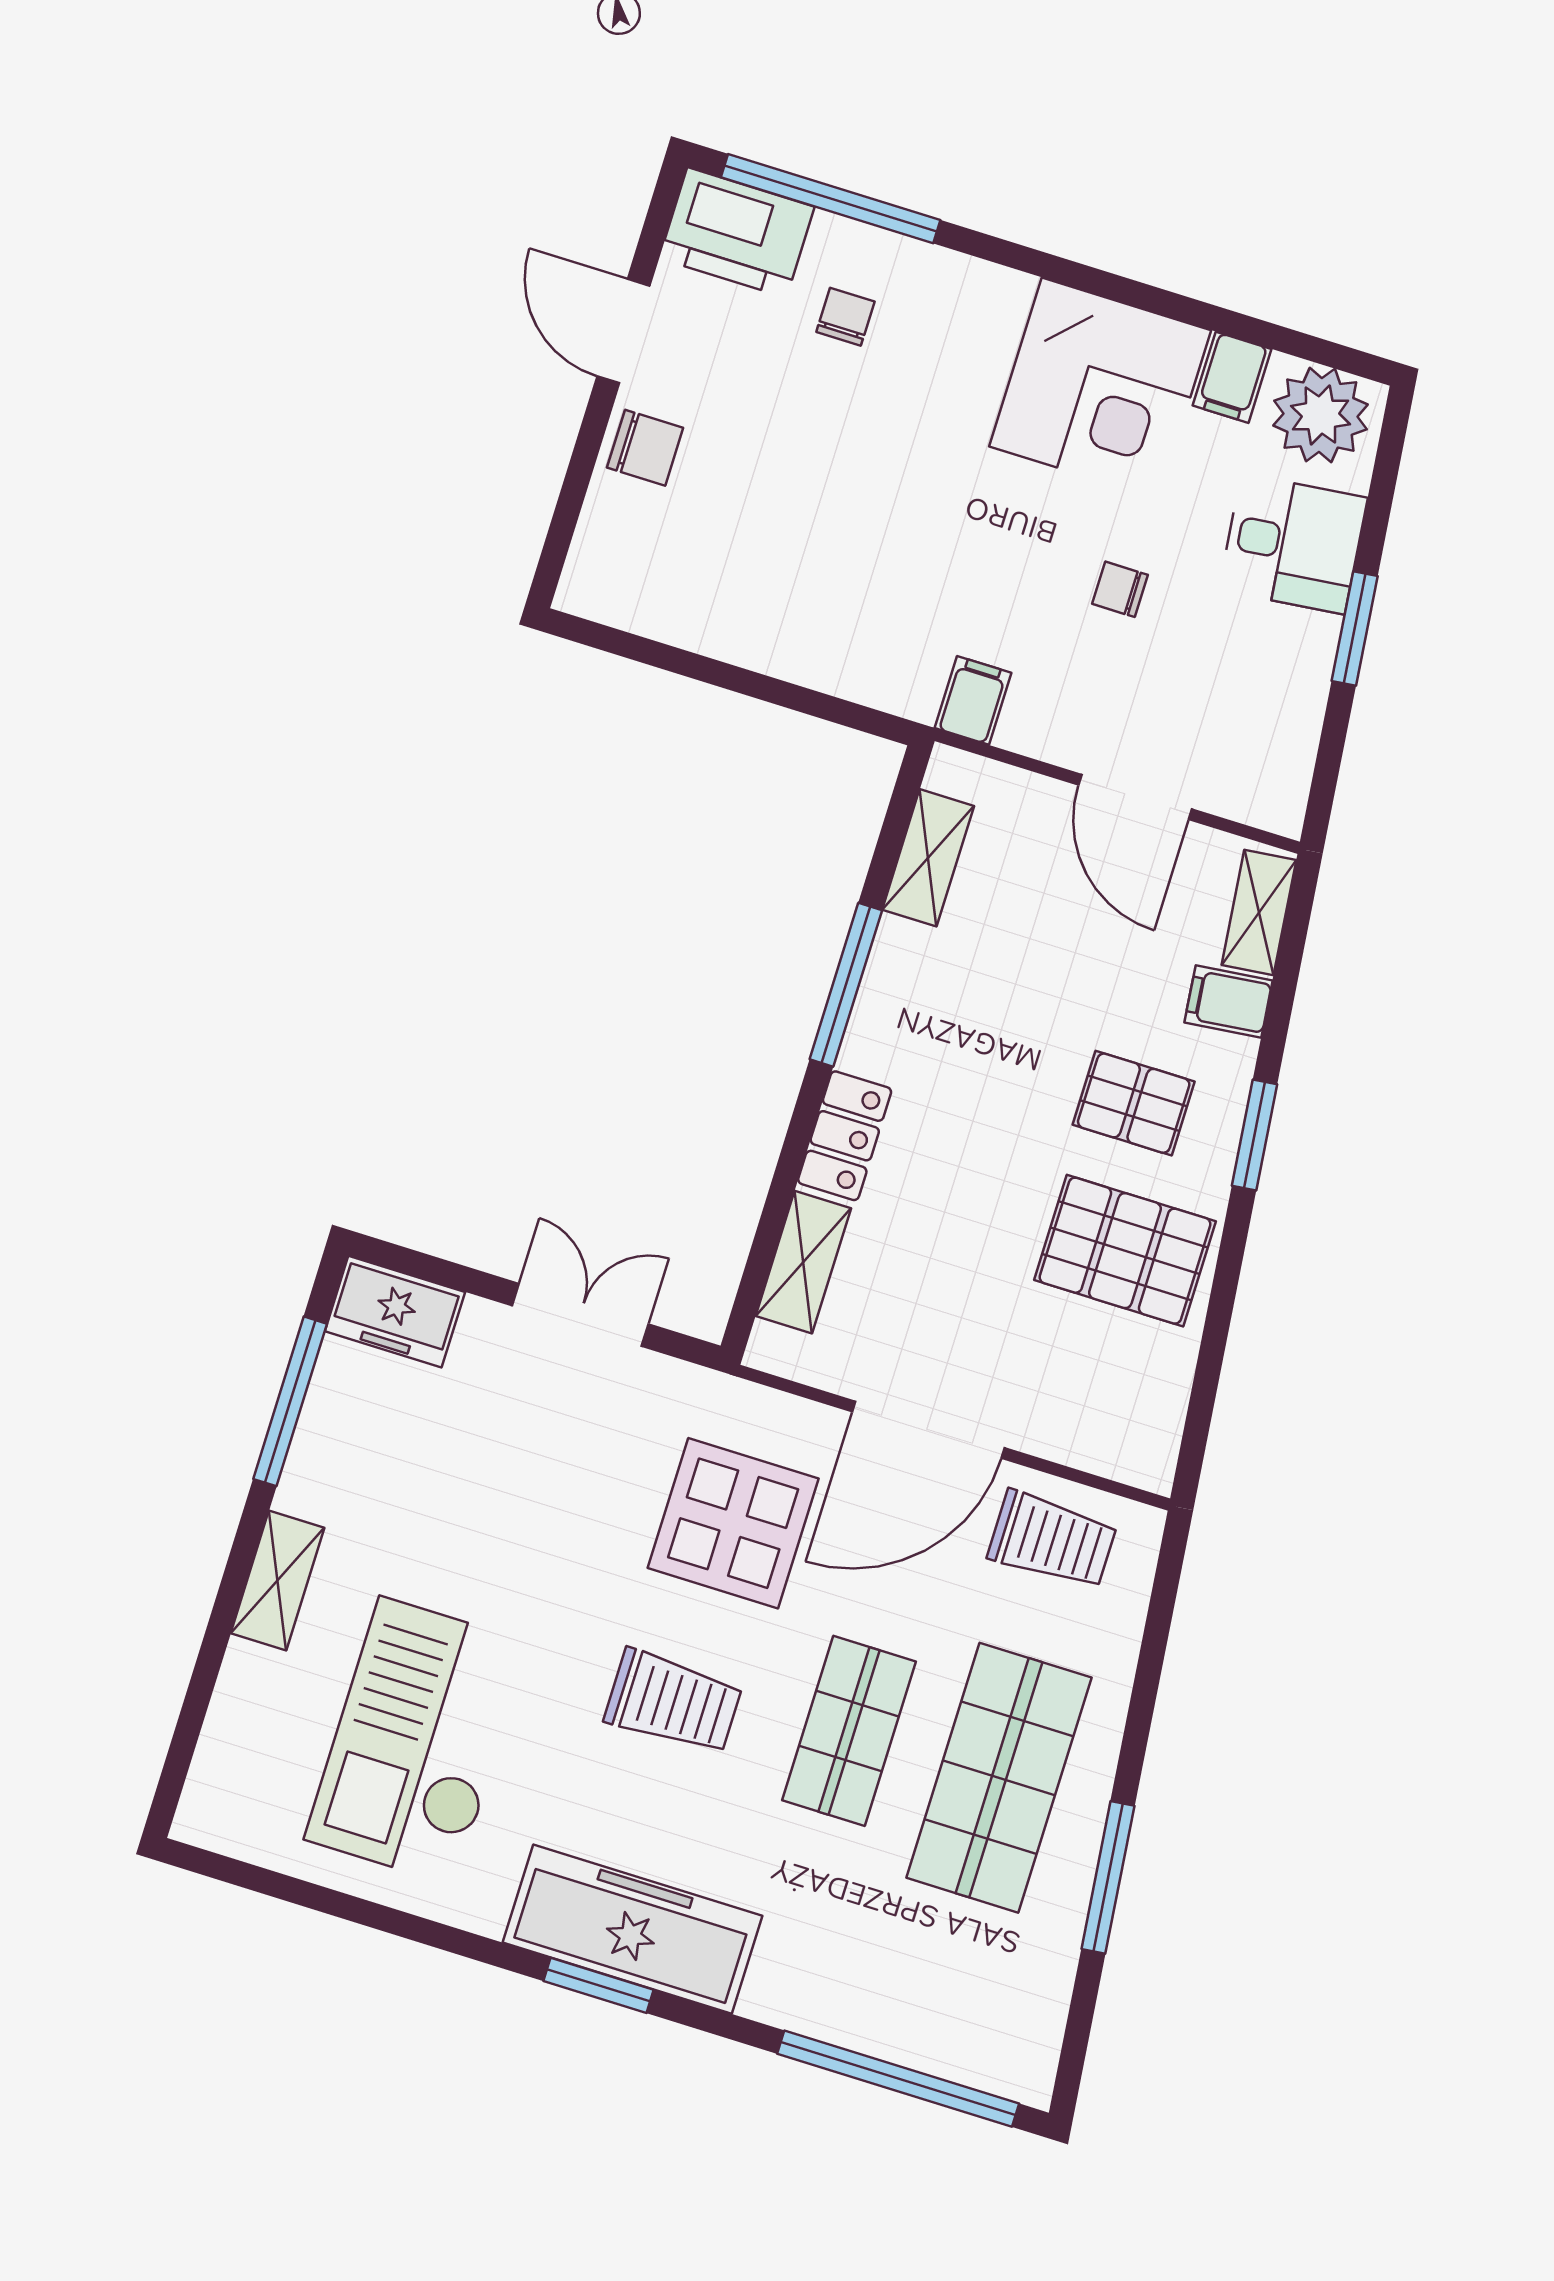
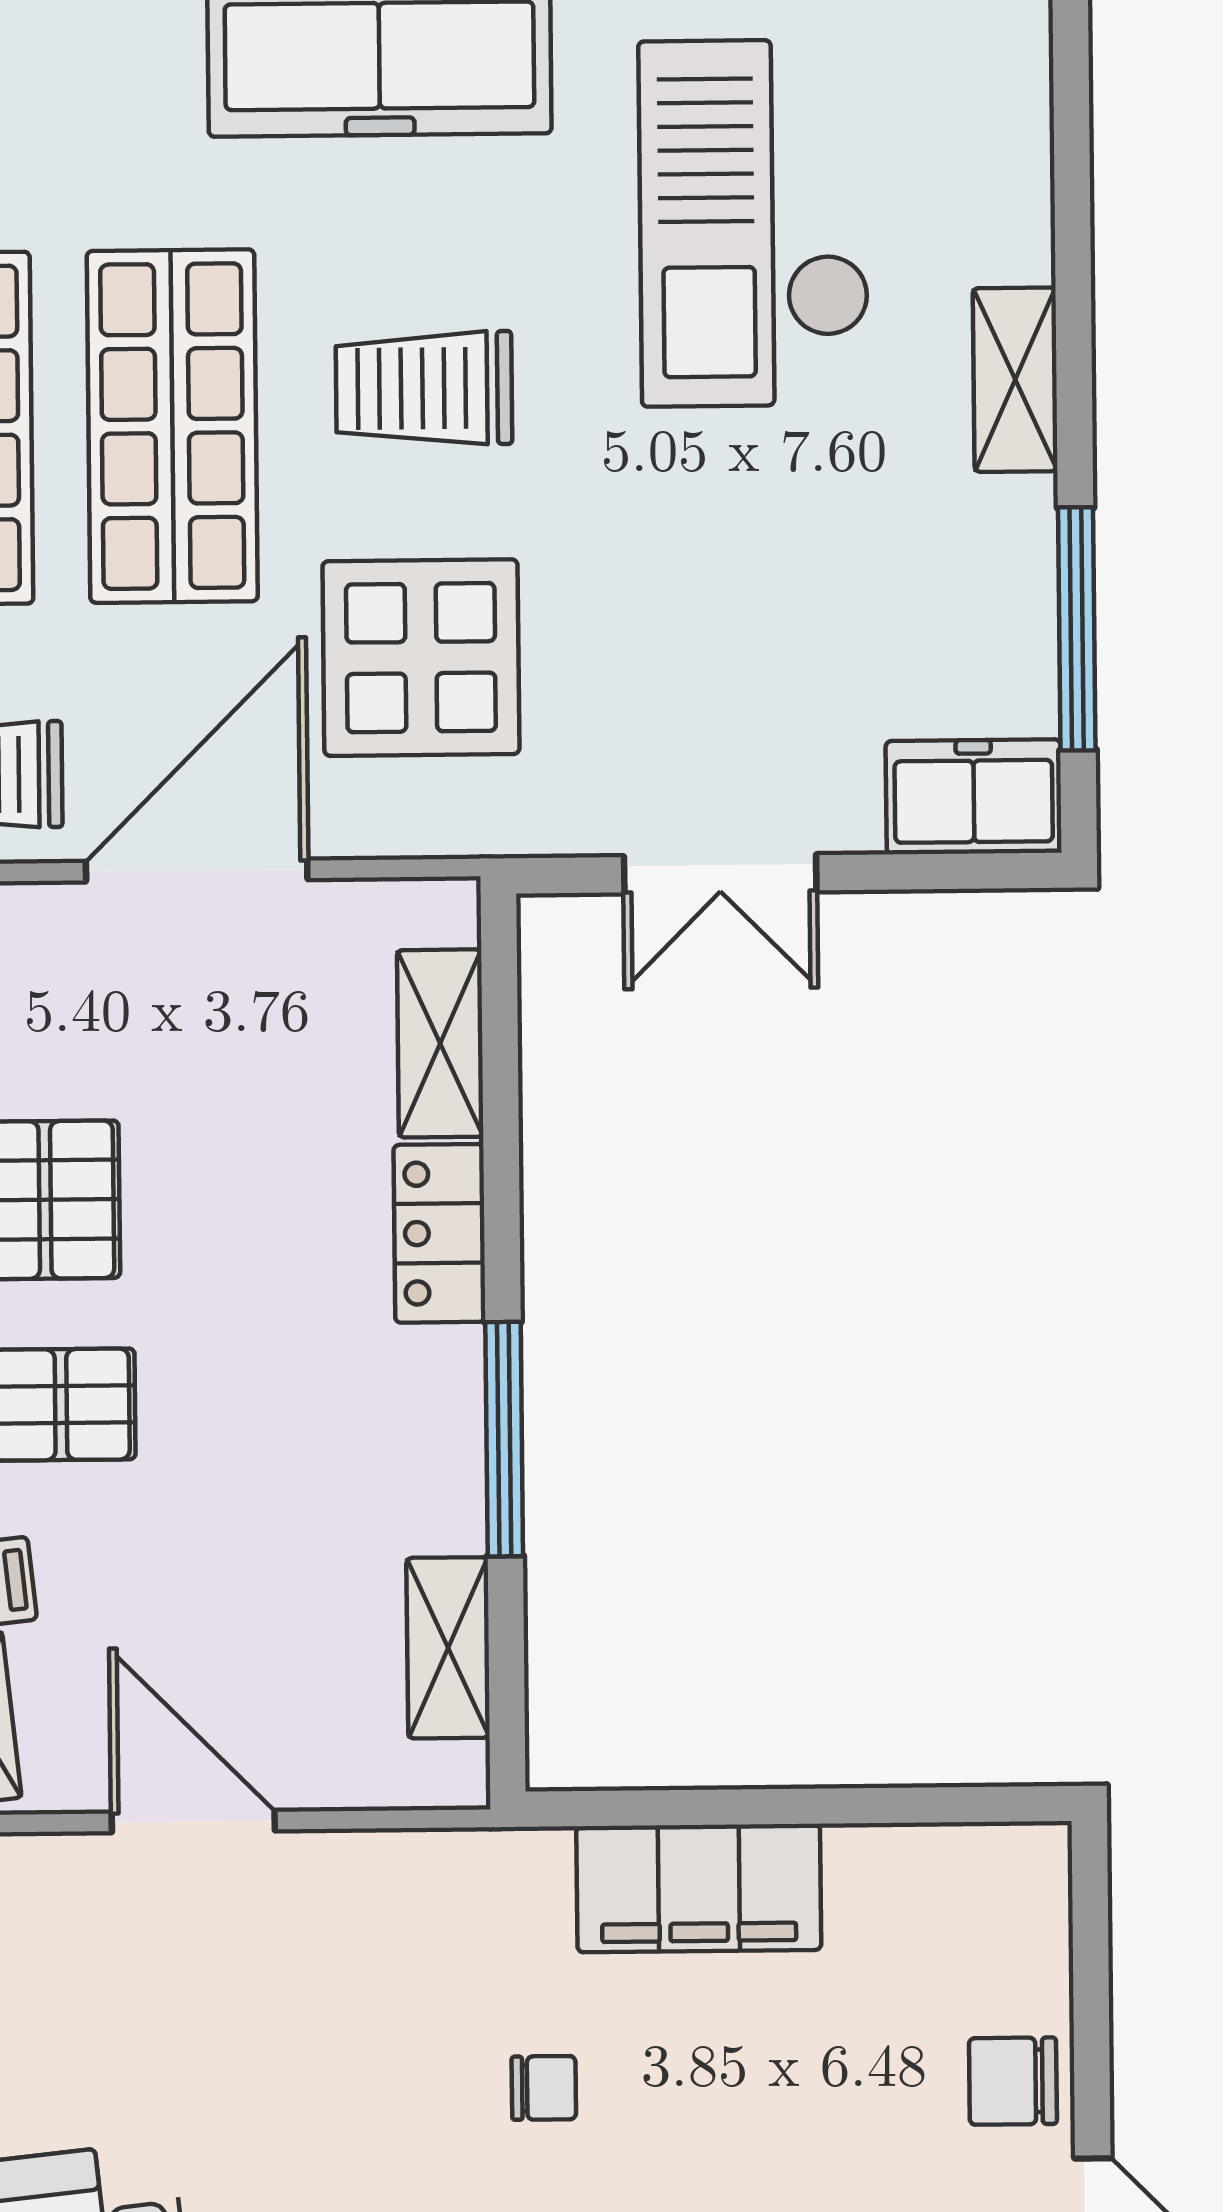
chair: (1120, 589) -> (544, 2088), moved
filing cabinet: (973, 700) -> (699, 1888), moved, width x3.00, depth x1.17
shop shelf: (849, 1731) -> (172, 426), width x1.43, depth x1.36
checkout: (418, 1741) -> (754, 223), turned 180

